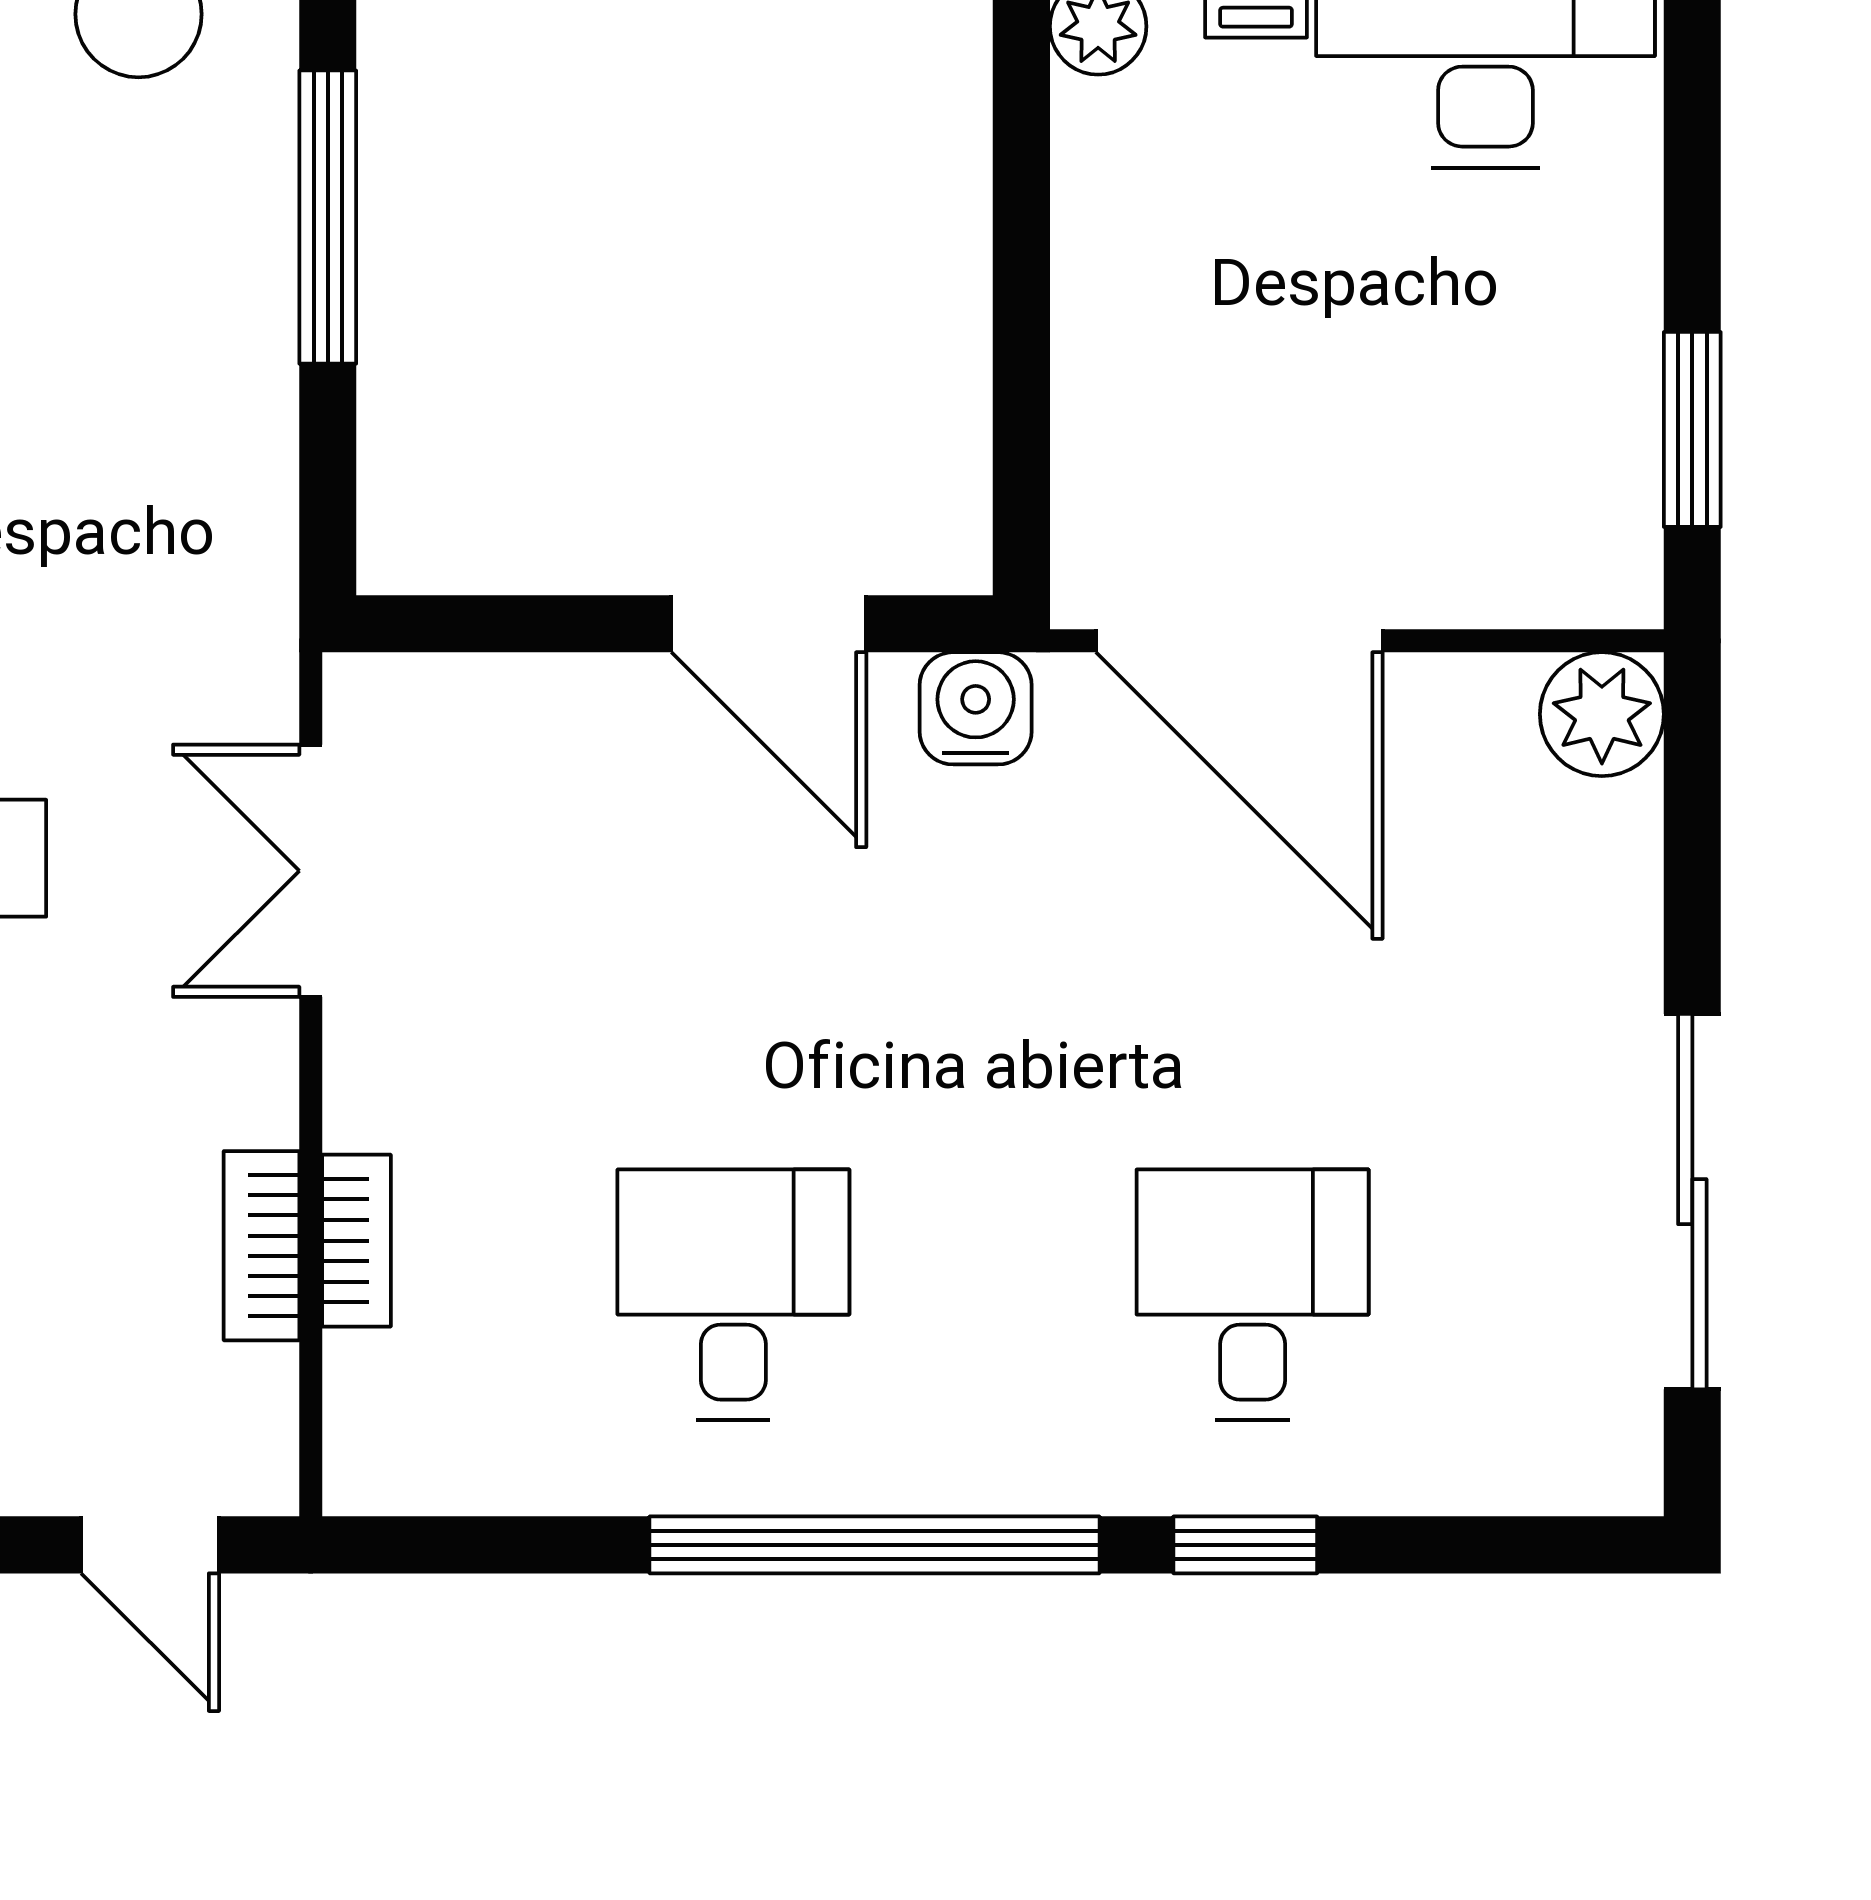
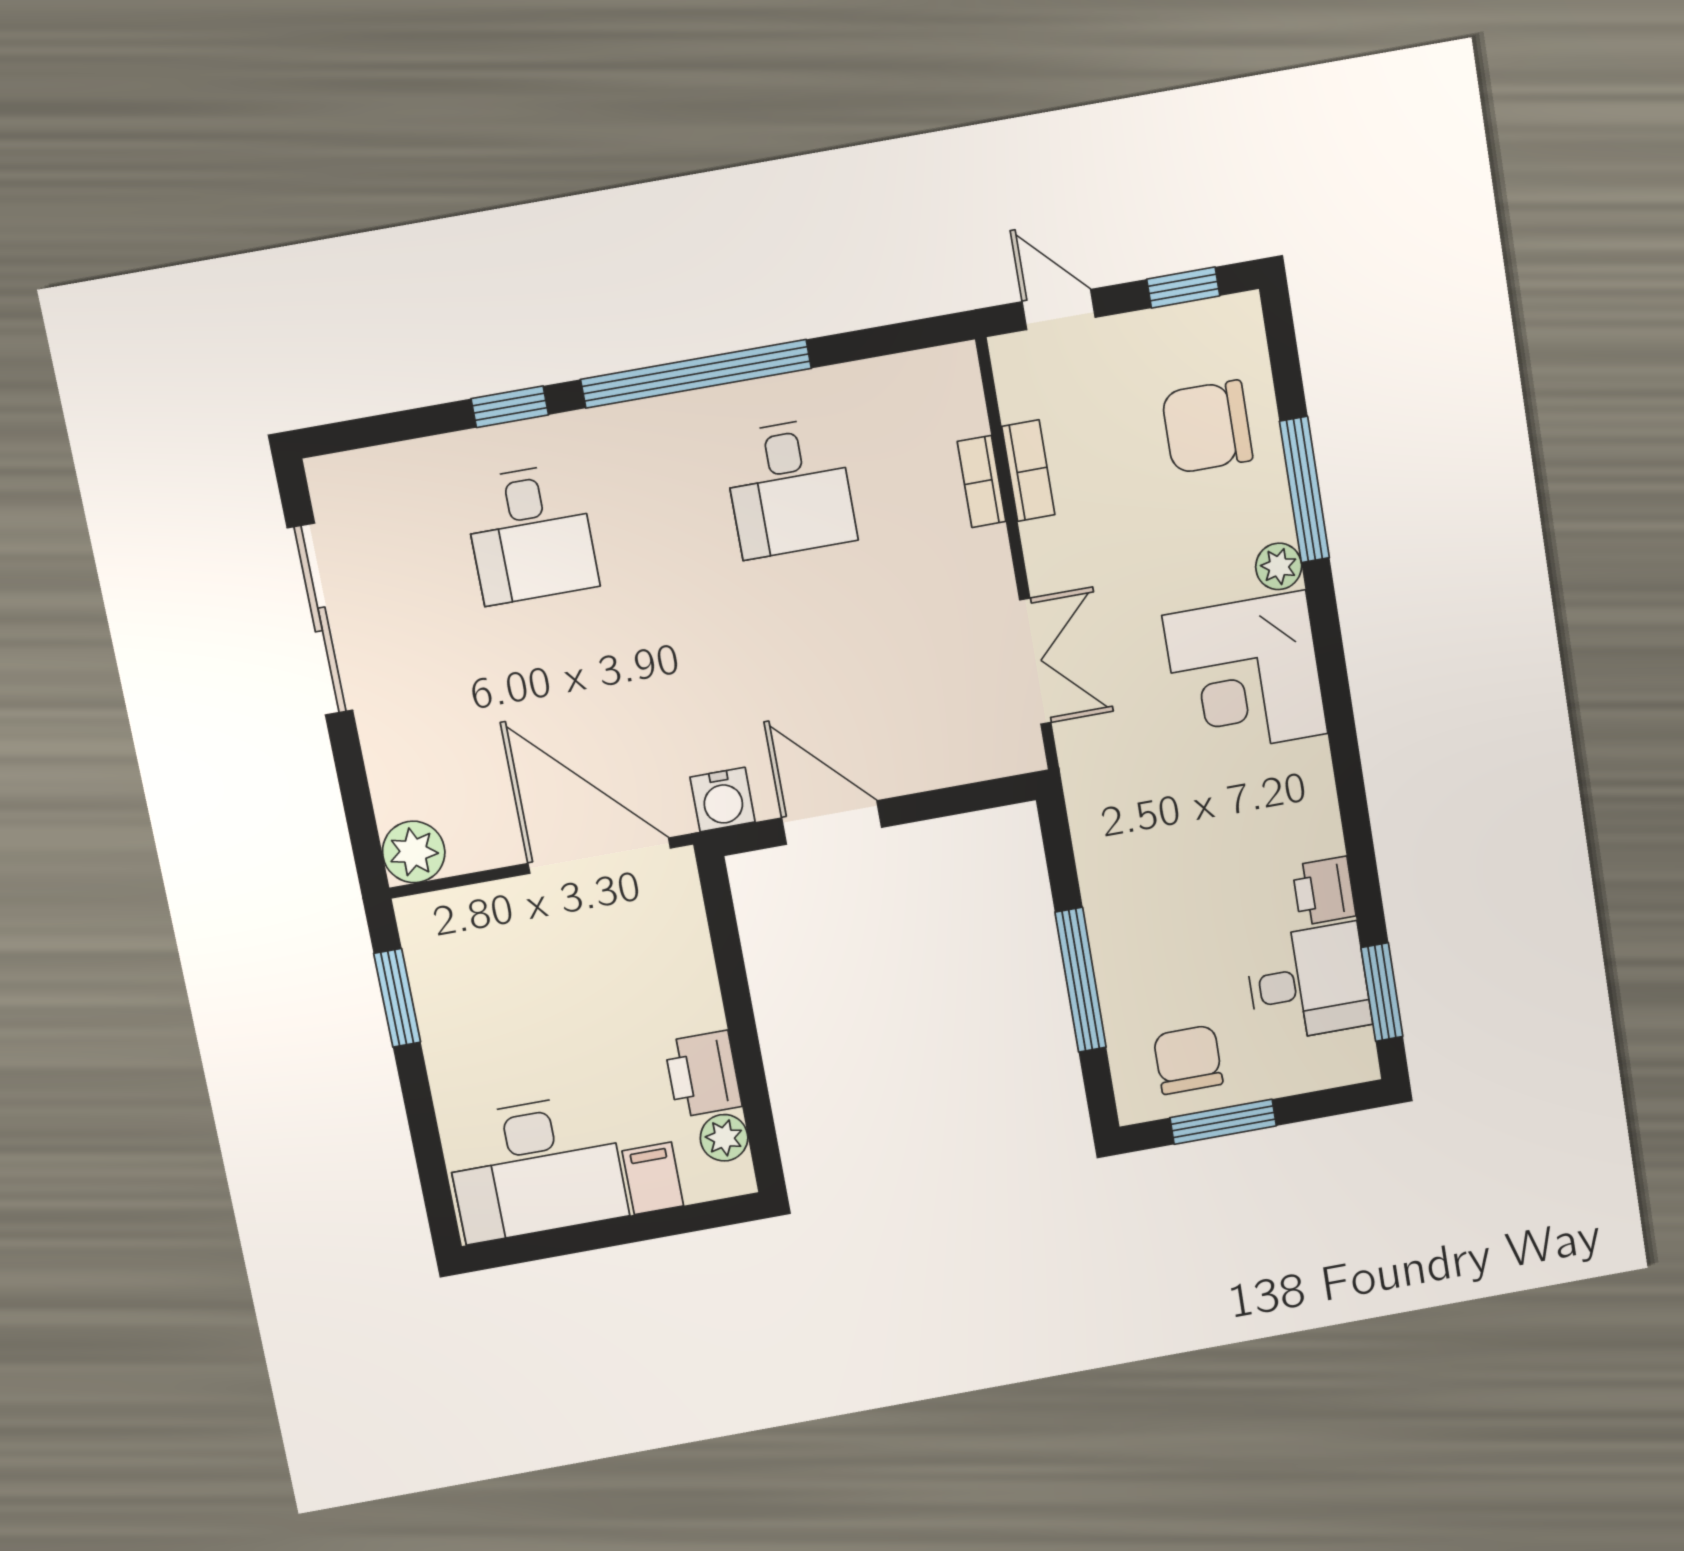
printer: (1116, 164) -> (703, 1074), added

